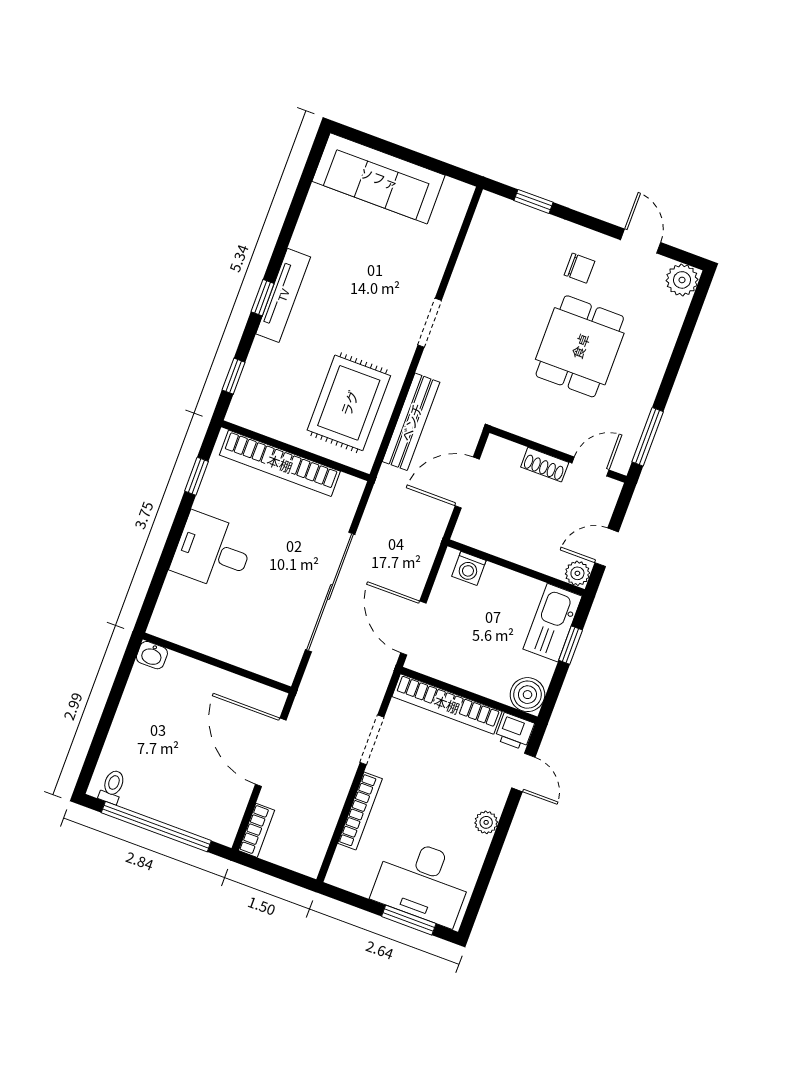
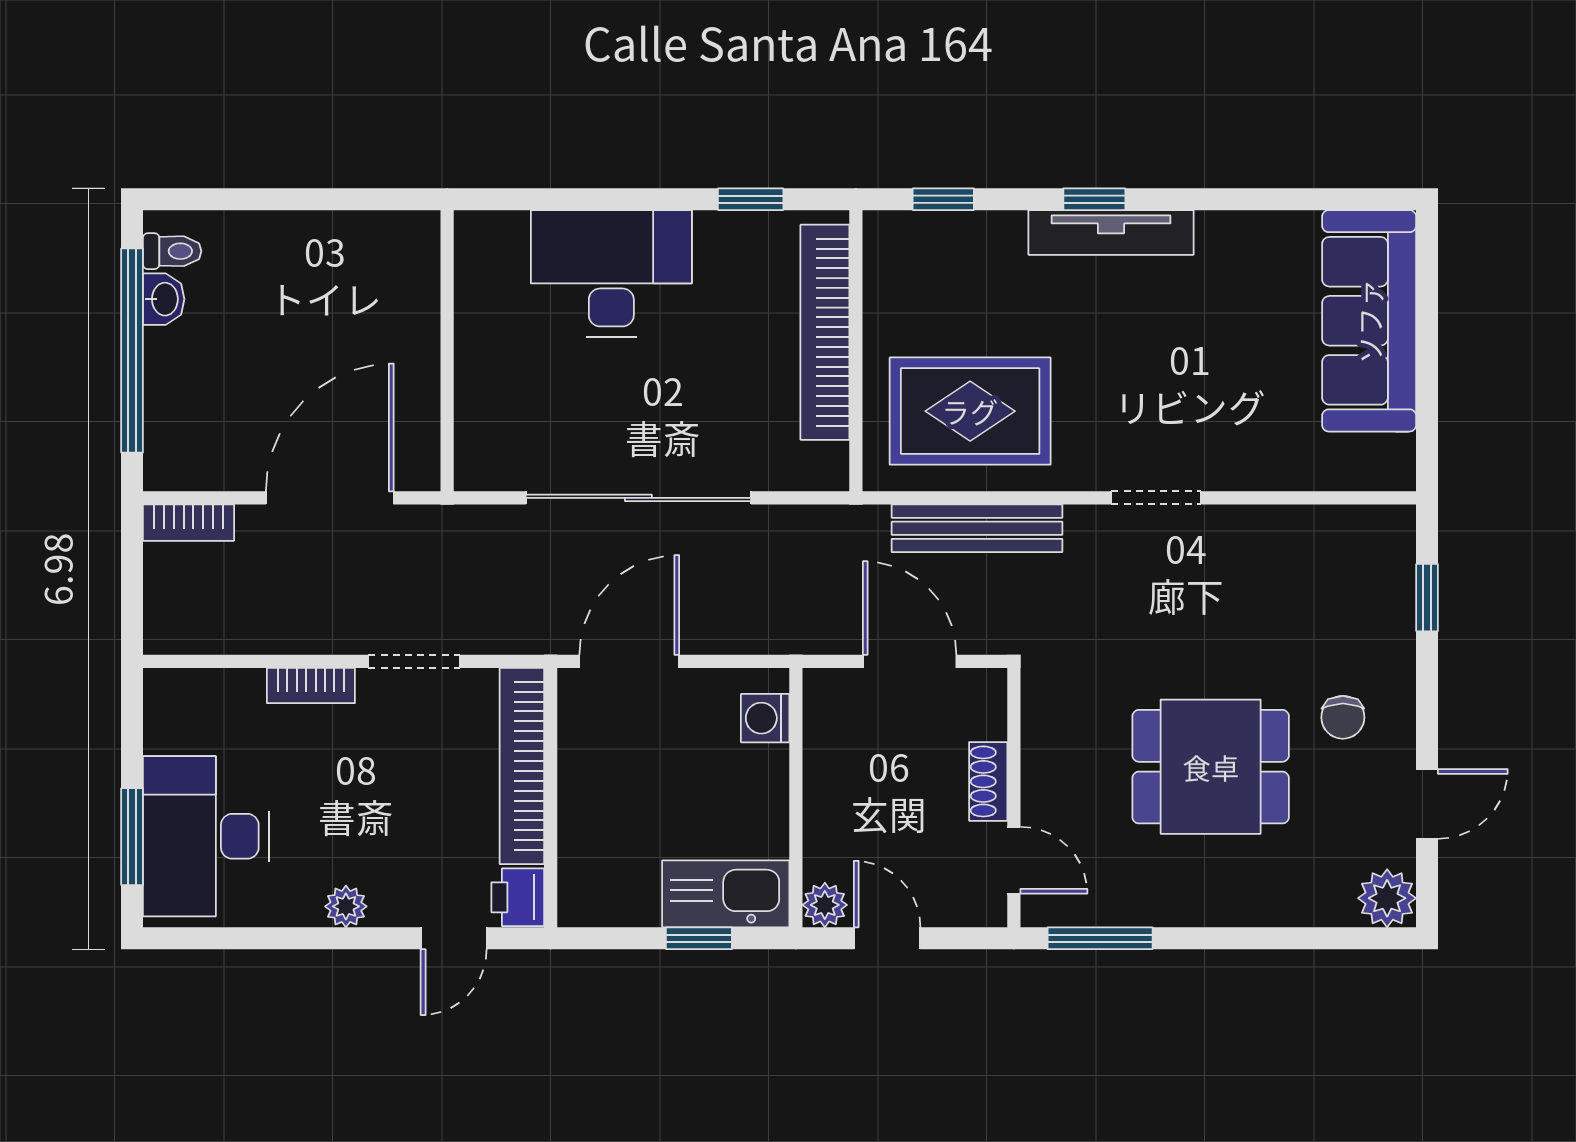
desk: (212, 551) -> (611, 273), width x1.37
washbasin: (152, 655) -> (164, 299), moved, turned 180
boiler: (527, 695) -> (588, 896), removed
bookcase: (360, 811) -> (311, 686), width x0.64

